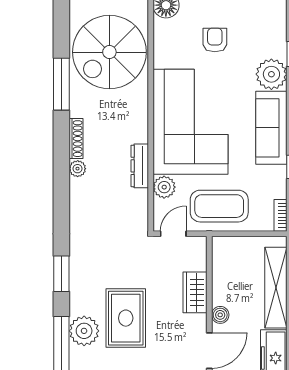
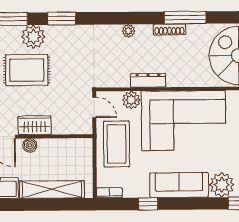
window: (61, 84) -> (185, 18), moved
plant: (78, 169) -> (128, 31), moved
wardrobe: (195, 292) -> (35, 125), moved
plant: (84, 331) -> (33, 37), moved

